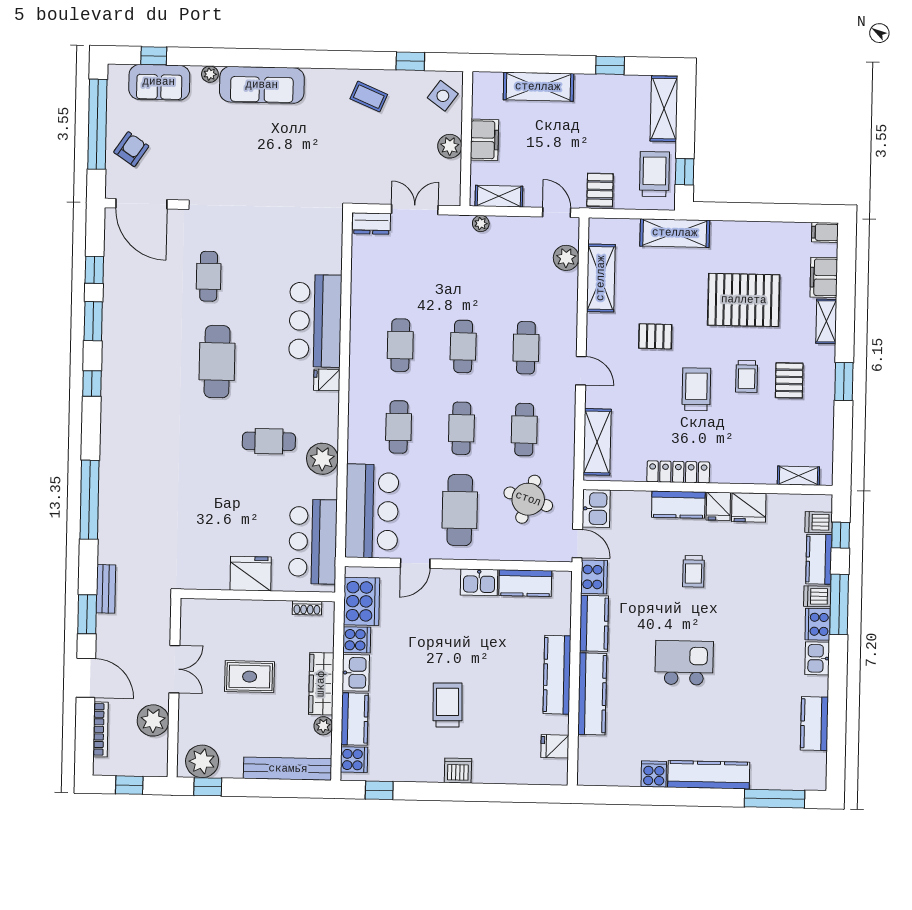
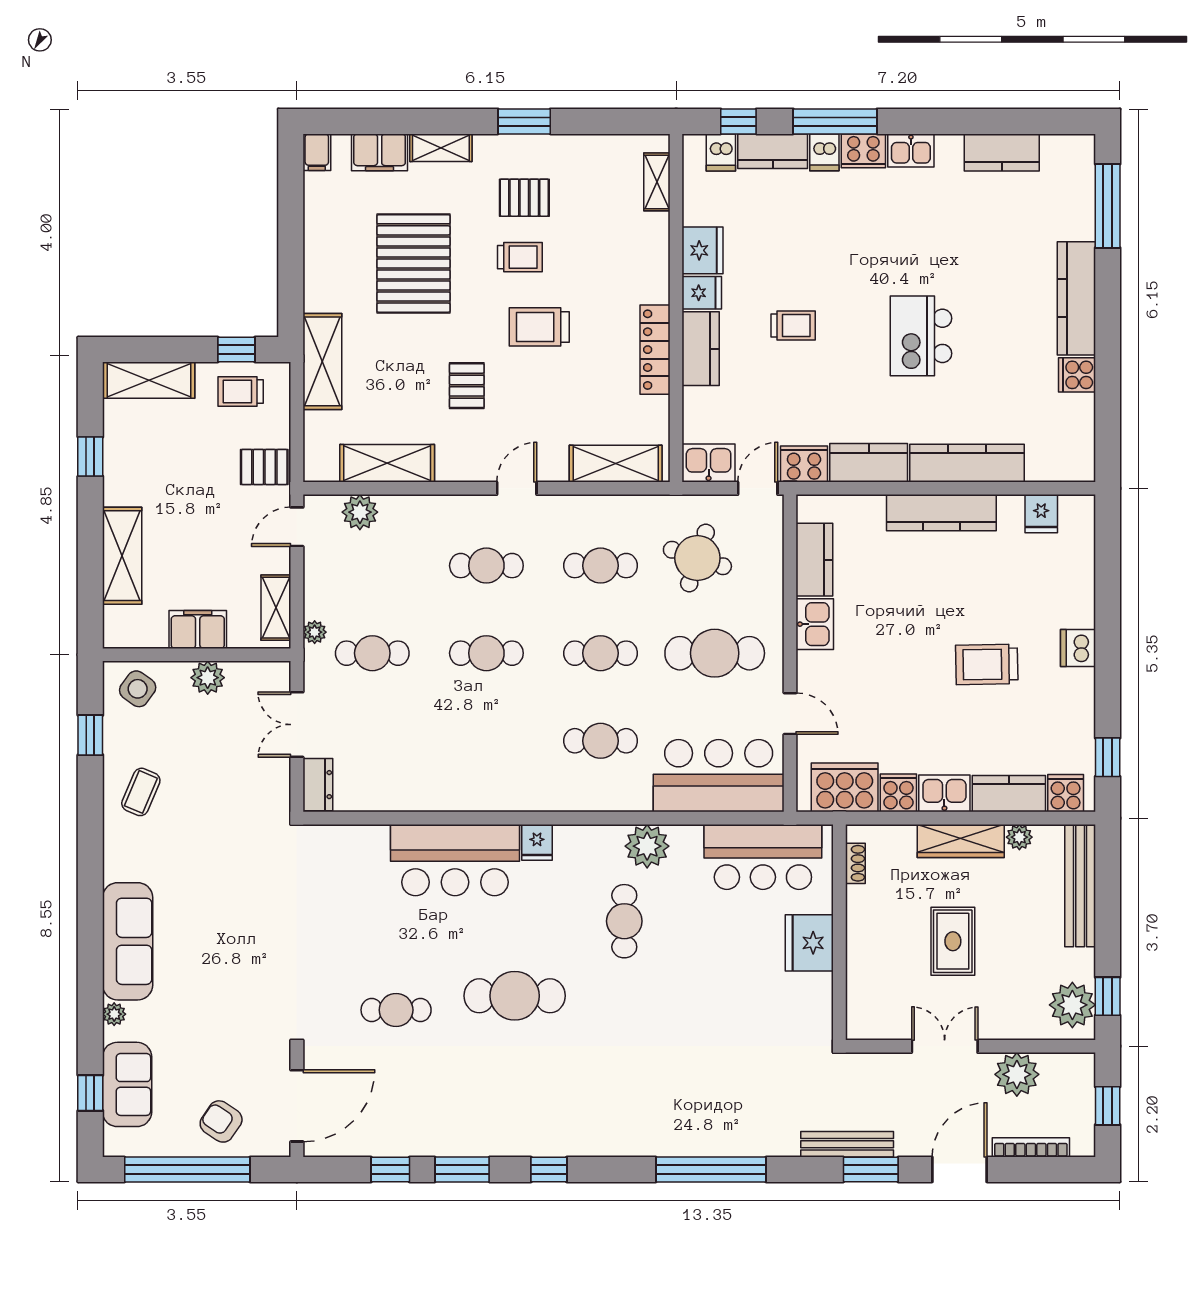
trolley: (654, 174) -> (241, 391), width x0.73, depth x0.72
cafe table: (400, 345) -> (372, 653), moved
bench: (106, 589) -> (847, 1144), width x1.36

